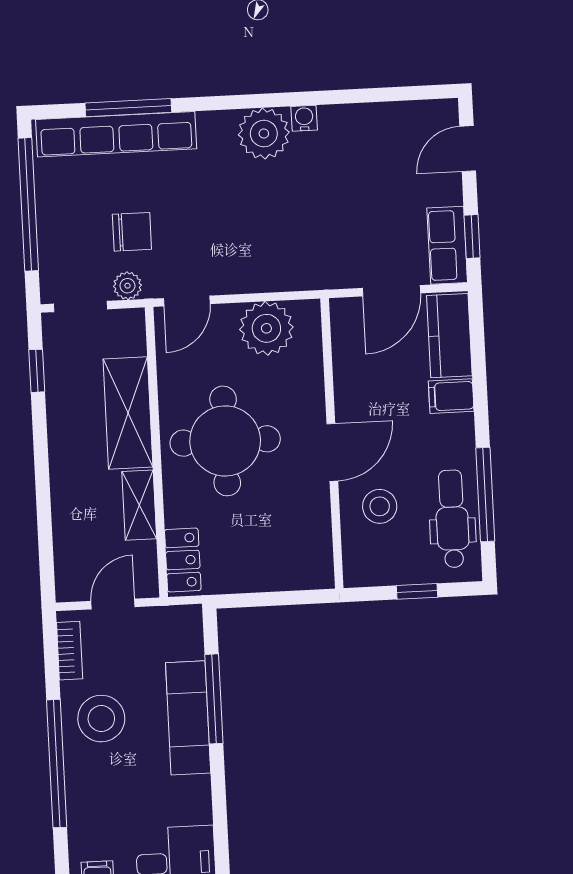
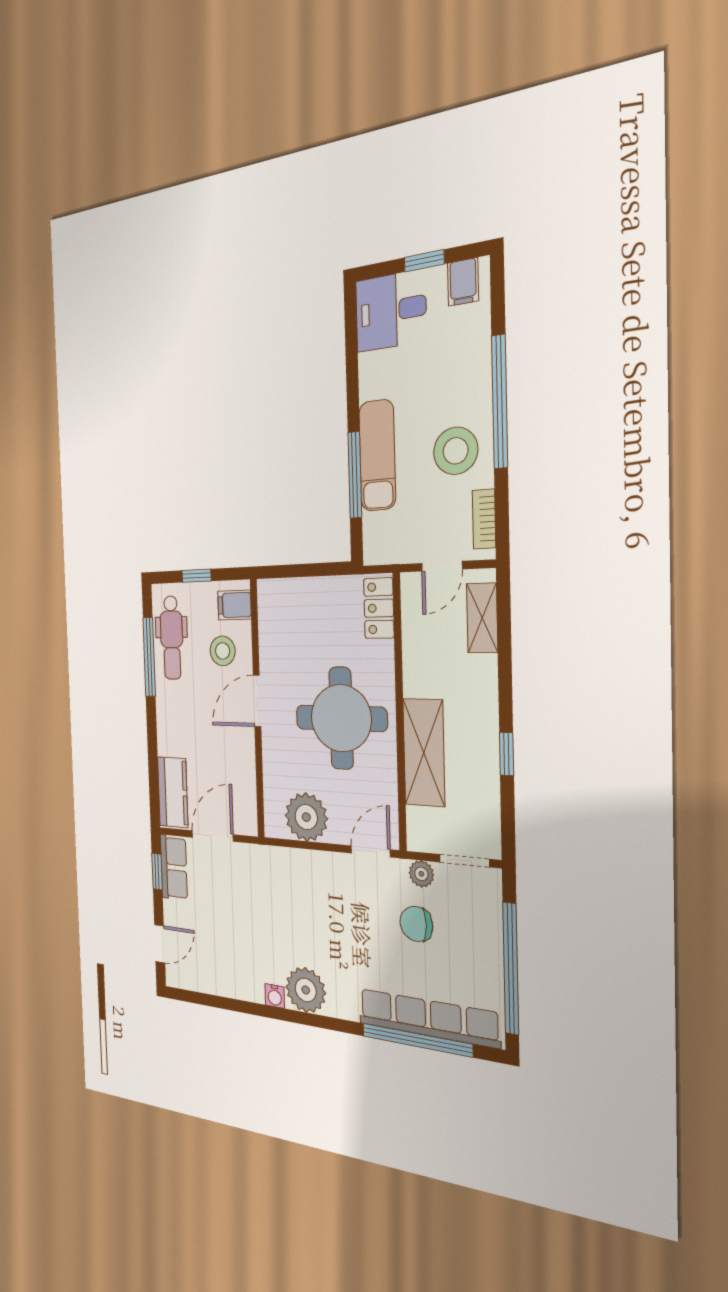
window: (128, 108) -> (417, 1040), width x1.46
window: (37, 371) -> (507, 754), moved
filing cabinet: (451, 396) -> (235, 605), moved, turned 180
shelving: (139, 505) -> (482, 618), moved

